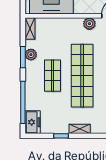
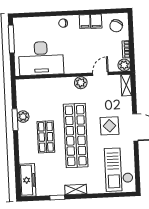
shelving: (30, 28) -> (21, 90), removed
window: (23, 102) -> (17, 165), removed
freezer: (33, 122) -> (28, 180), width x1.40

